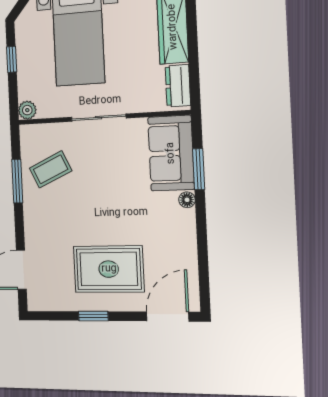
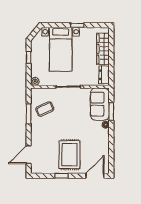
rug: (109, 269) -> (70, 155), turned 90

